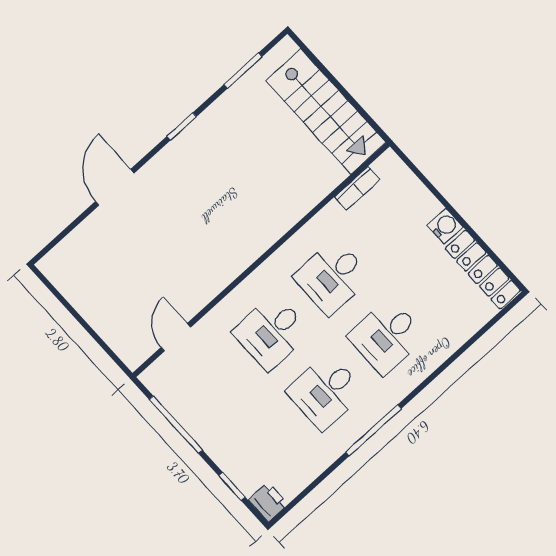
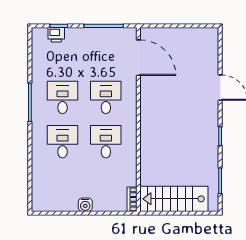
bookcase: (357, 188) -> (132, 199), moved
locker: (483, 270) -> (54, 204), removed
door: (176, 337) -> (138, 58), width x1.87
printer: (268, 502) -> (56, 35), moved

